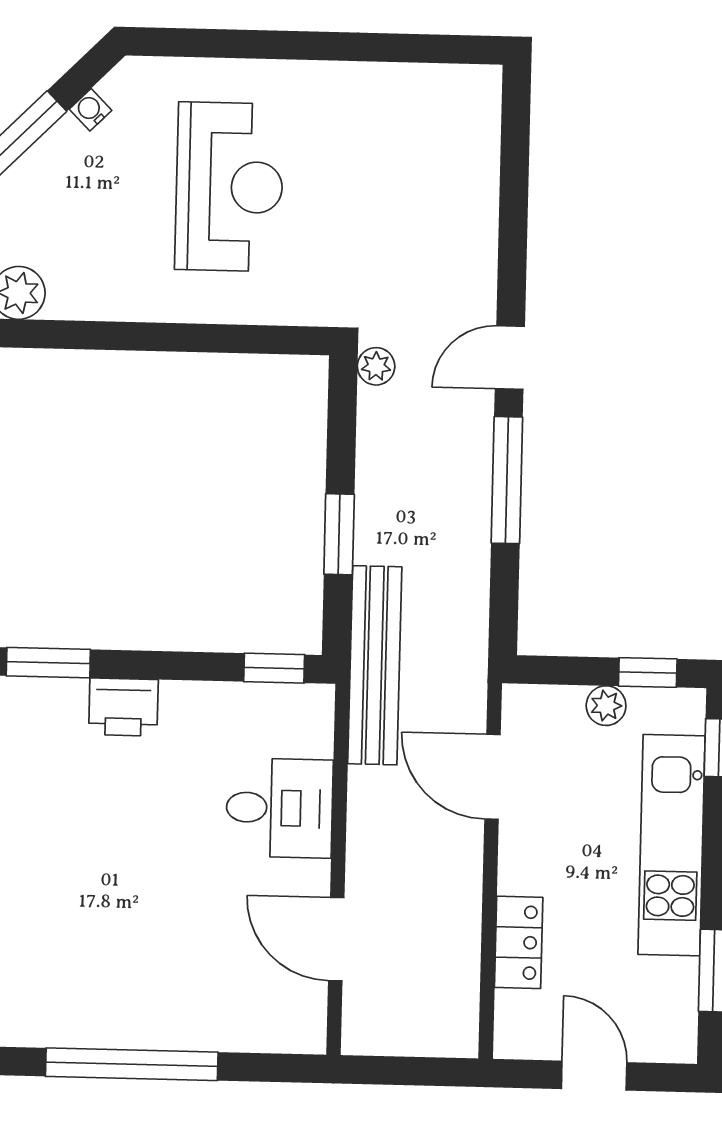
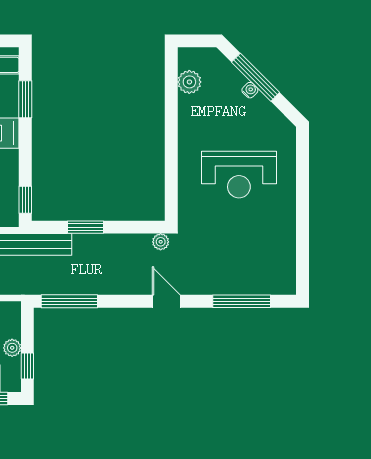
water cooler: (91, 110) -> (250, 90), moved
window: (514, 188) -> (242, 301), added
window: (507, 480) -> (69, 301), moved

